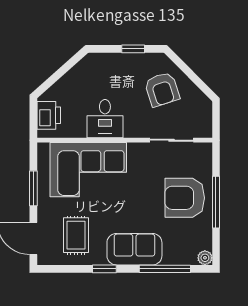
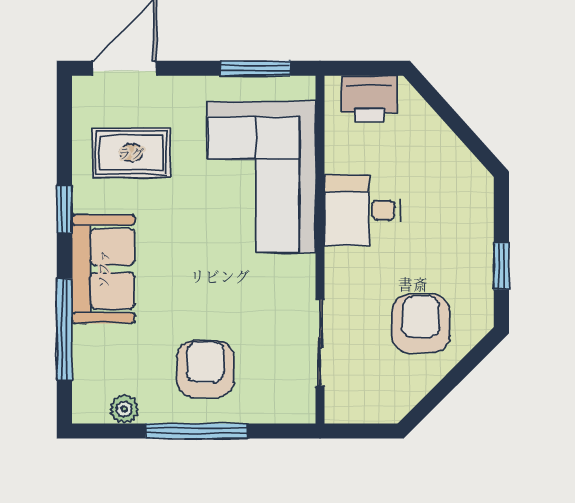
armchair: (162, 89) -> (421, 324), turned 108
window: (33, 188) -> (255, 68), moved
armchair: (185, 198) -> (205, 369), width x0.73, depth x0.73
plant: (205, 258) -> (124, 409), moved

